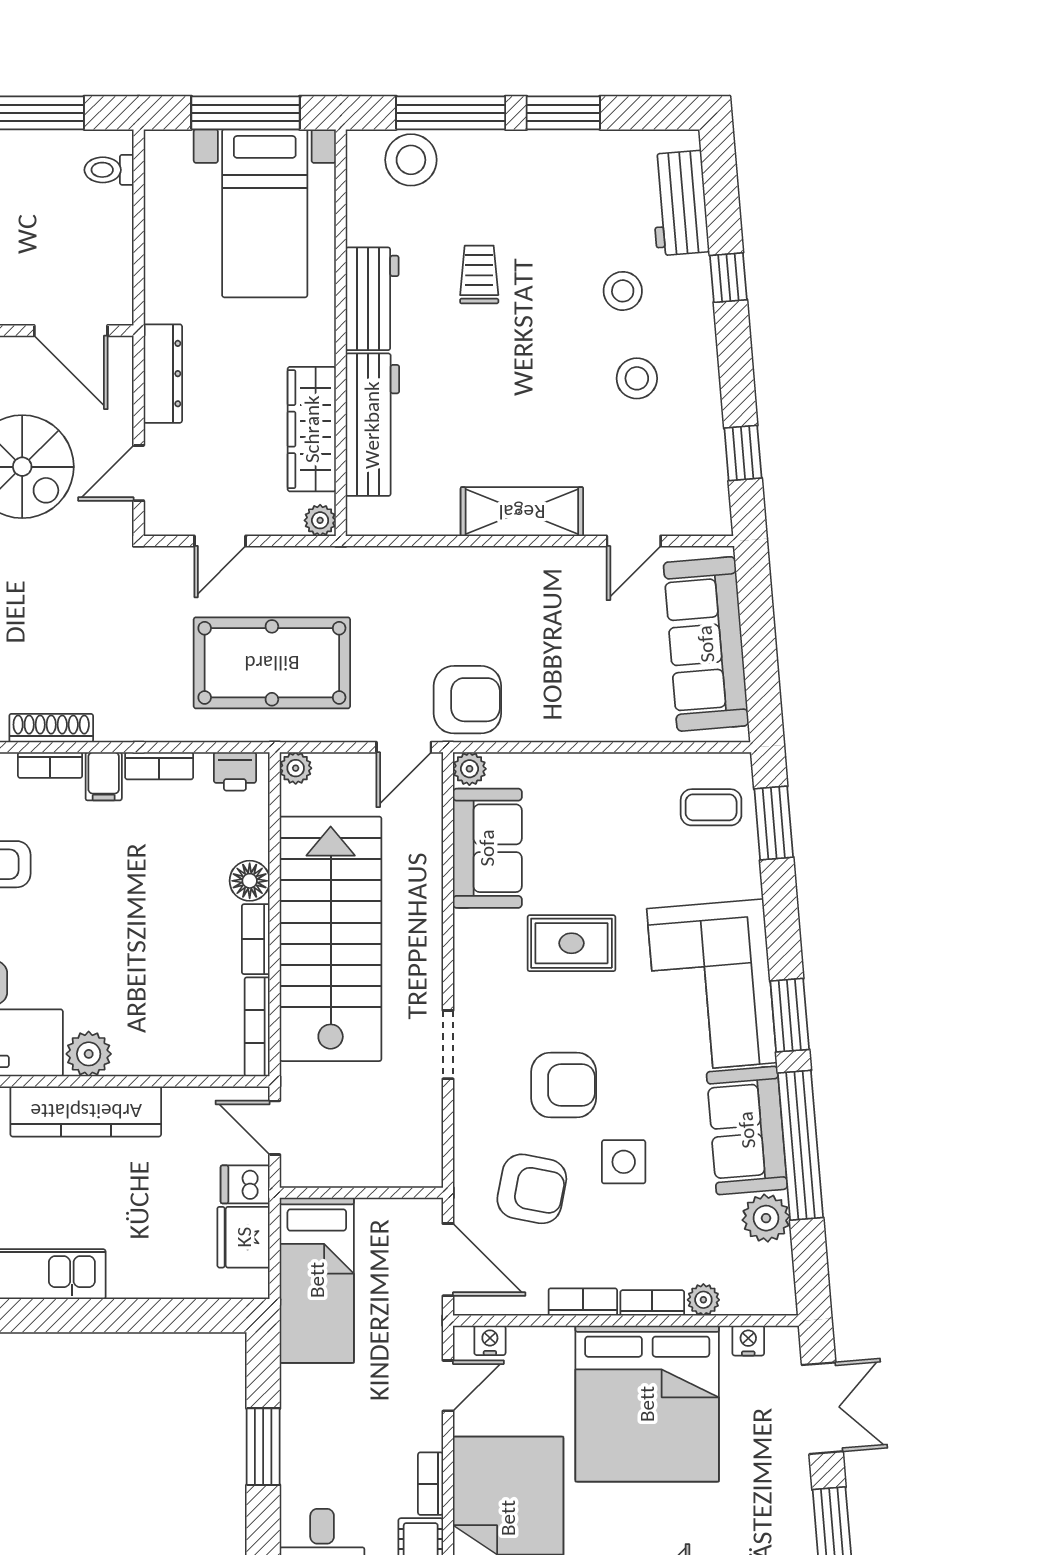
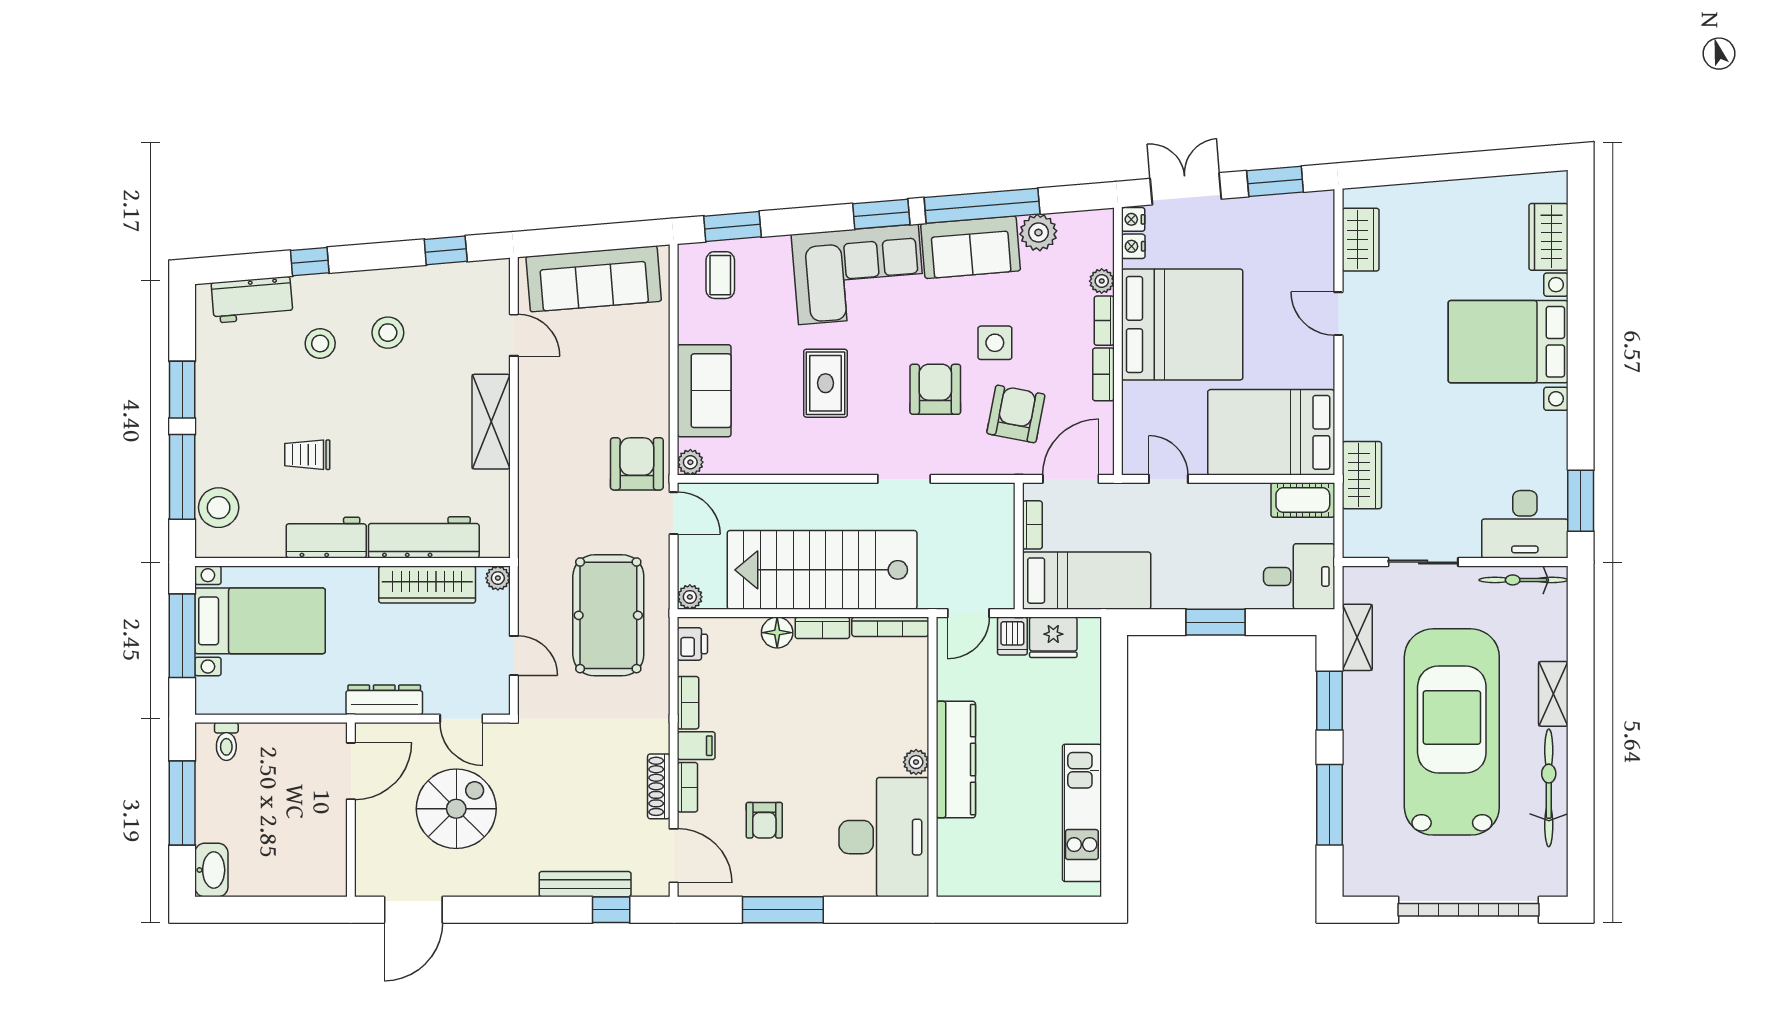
sofa: (487, 848) -> (704, 391), moved, turned 90
plant: (89, 1054) -> (916, 762), width x0.73, depth x0.73
nightstand: (490, 1340) -> (1133, 219), moved
bookcase: (430, 1484) -> (1032, 525), moved, turned -90

